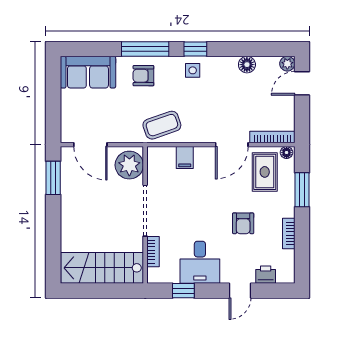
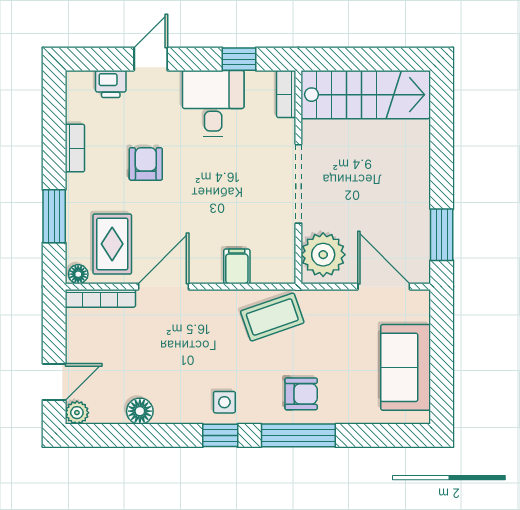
sofa: (88, 72) -> (406, 367), moved, turned -90
bookcase: (153, 252) -> (286, 94), moved

